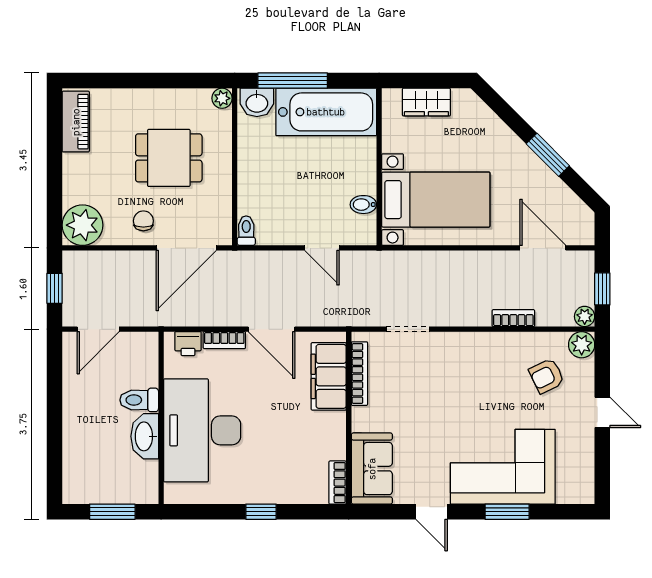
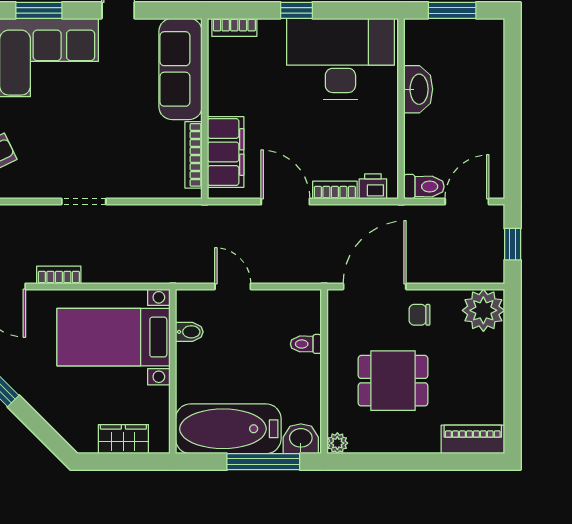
piano: (76, 122) -> (473, 439), moved, turned 90
chair: (143, 221) -> (420, 315), turned 90
toilet: (246, 231) -> (306, 344), moved, turned 90
bookcase: (513, 318) -> (59, 275), moved, turned 180
doorway: (408, 329) -> (84, 201), moved
toilet: (139, 400) -> (424, 187), moved
desk: (202, 430) -> (340, 59), moved, turned -90
sofa: (372, 469) -> (180, 69), width x1.36
bookcase: (338, 483) -> (234, 27), moved, turned 90

